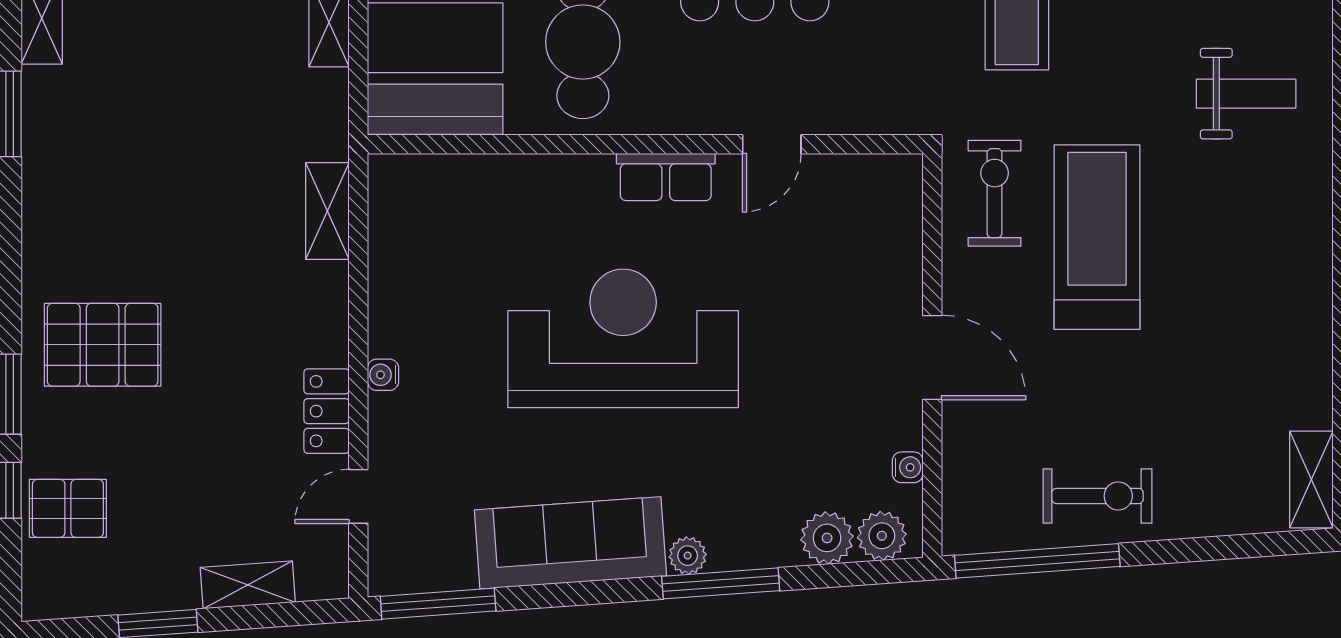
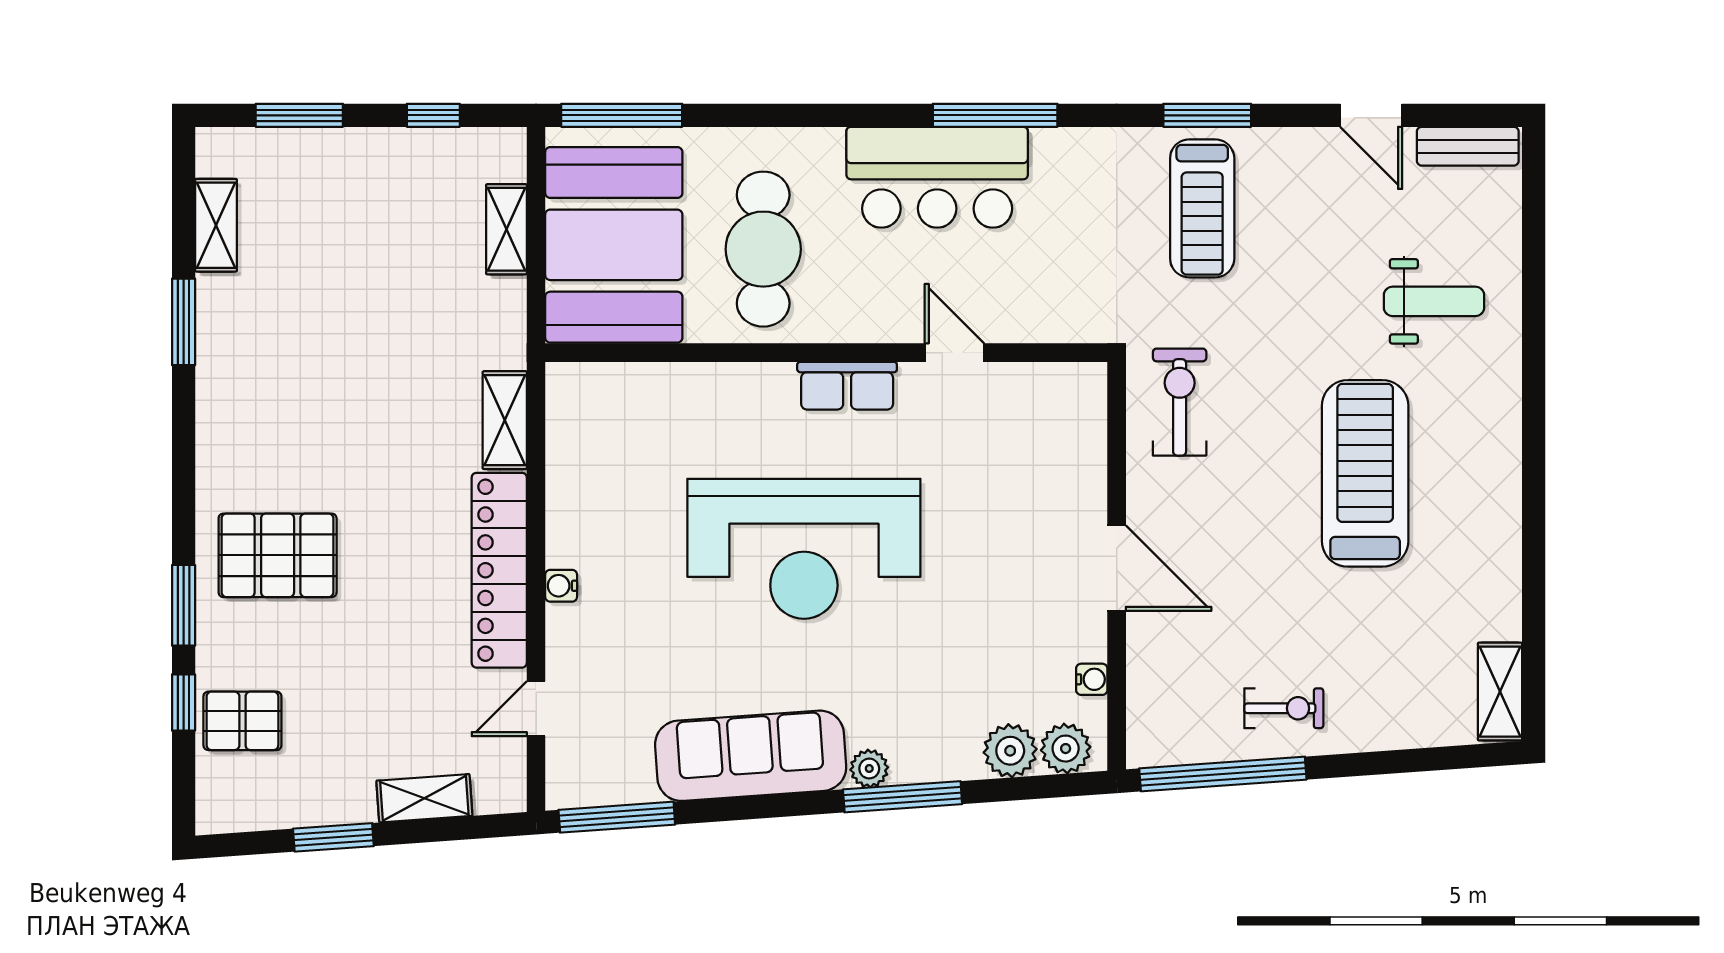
door: (772, 144) -> (954, 353), swing flipped
treadmill: (1097, 237) -> (1365, 473), moved
reception desk: (623, 338) -> (804, 549), turned 180
locker: (327, 411) -> (499, 570), width x2.16, depth x1.21
exercise bike: (1098, 496) -> (1284, 708), width x0.73, depth x0.72

